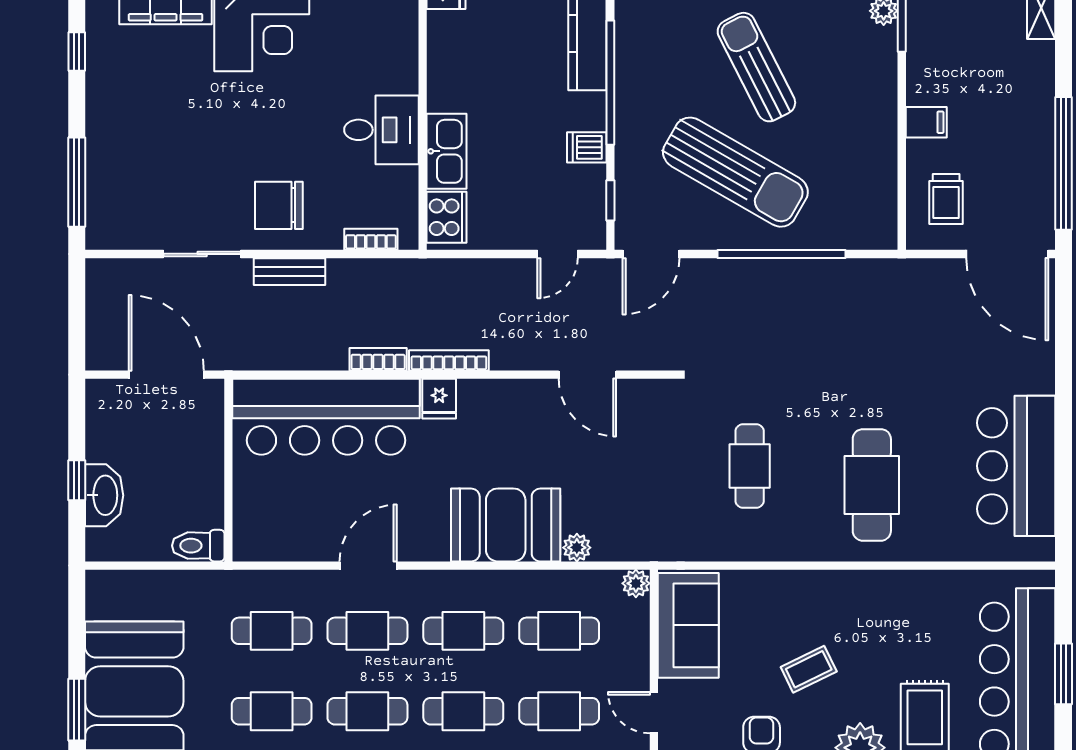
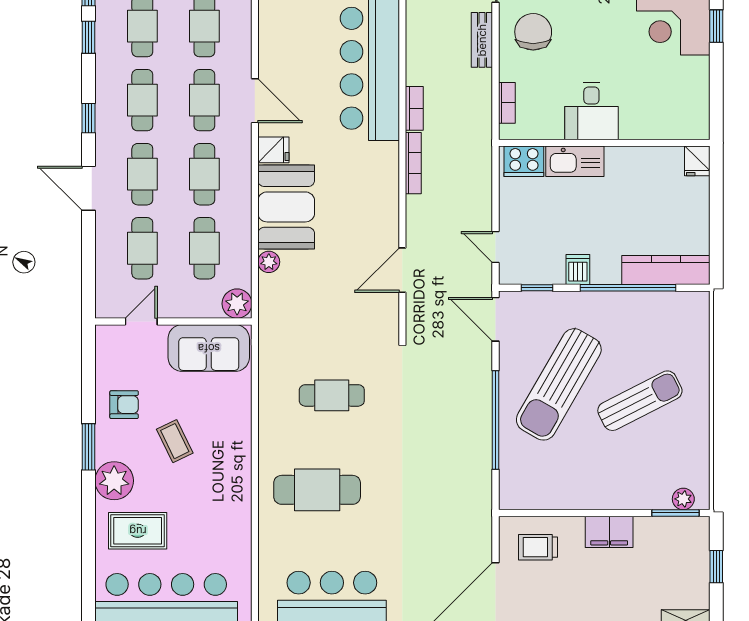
filing cabinet: (926, 122) -> (609, 532), width x2.00
fridge: (439, 399) -> (273, 150), moved, turned 180
plant: (636, 583) -> (237, 304), width x1.38, depth x1.38

